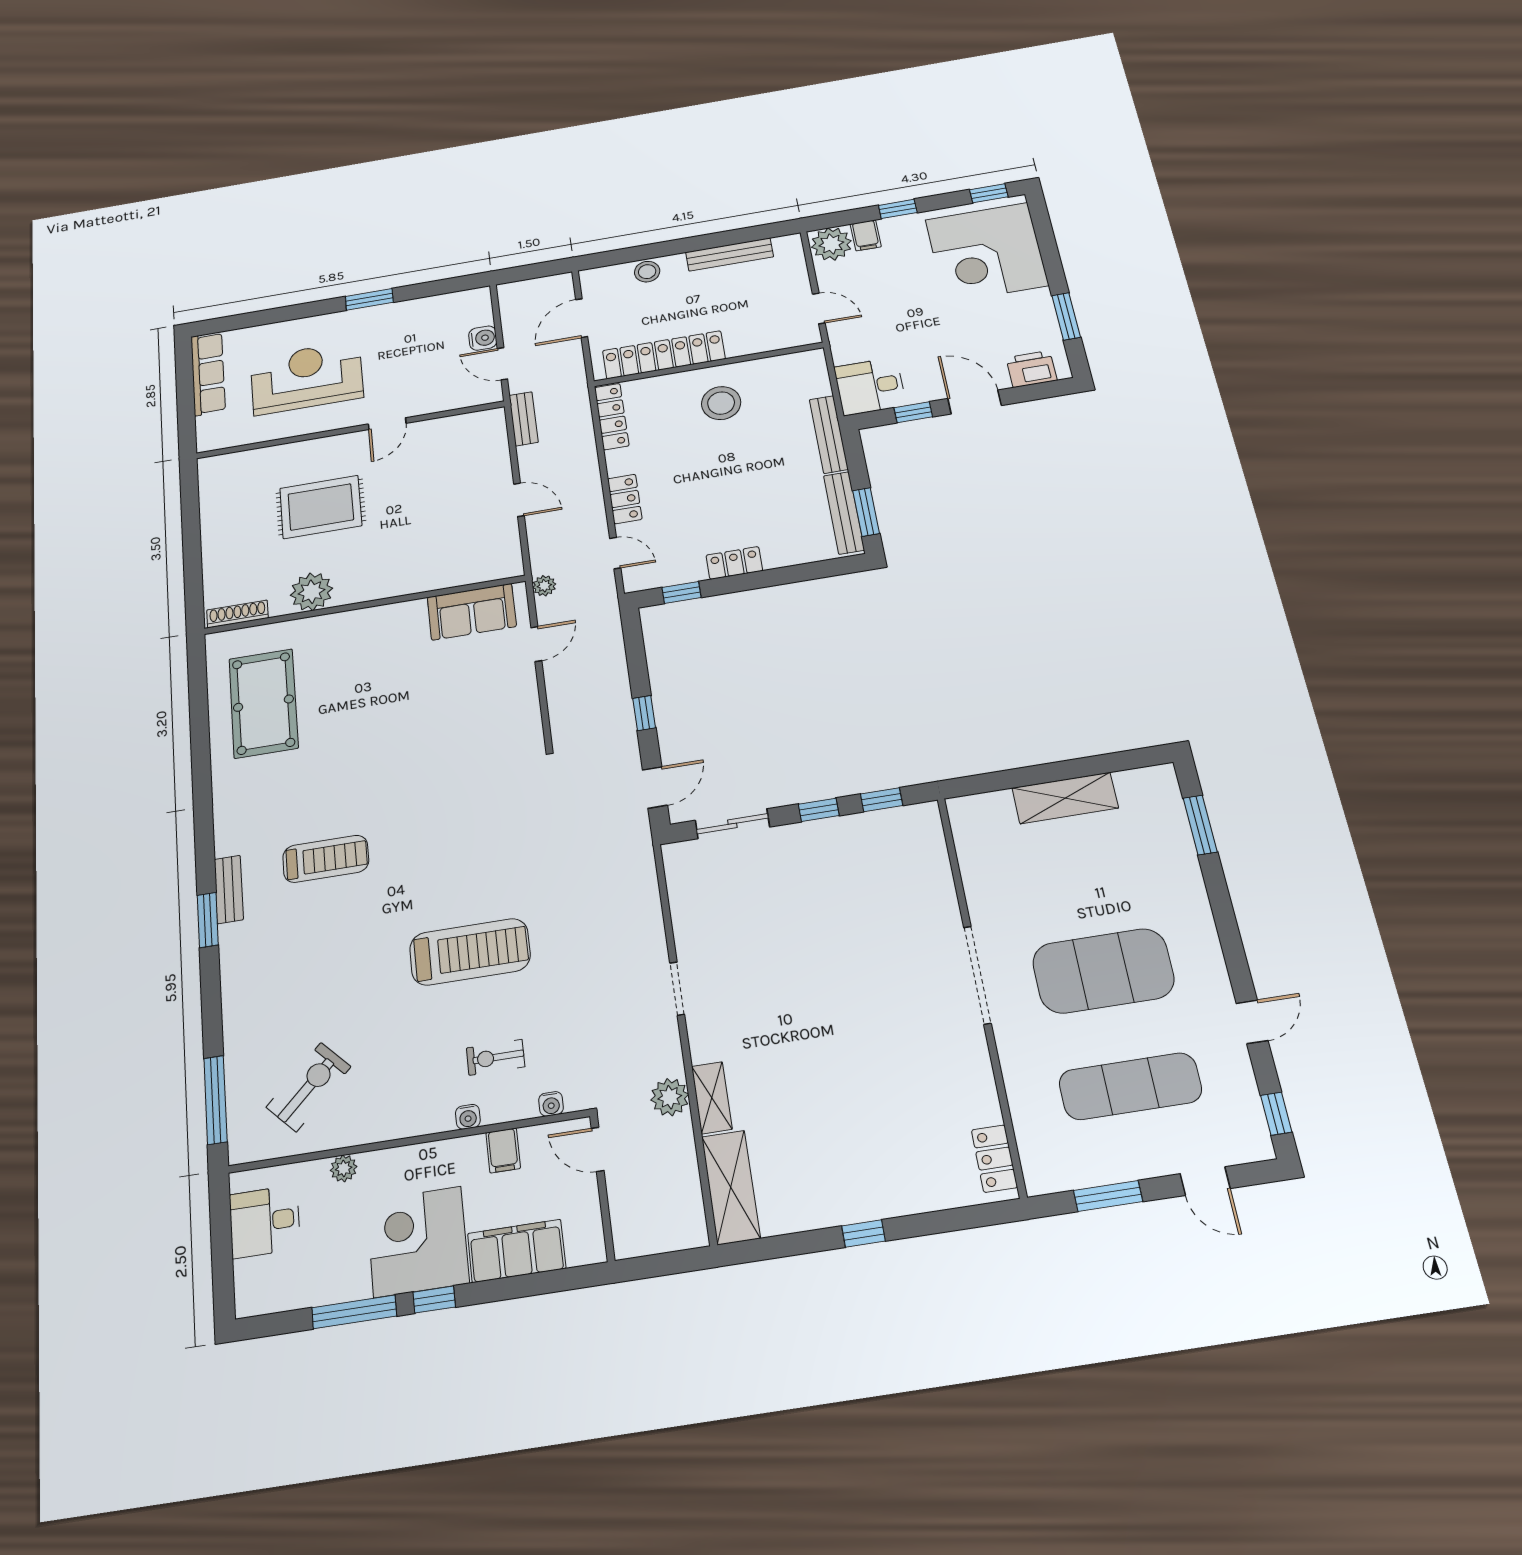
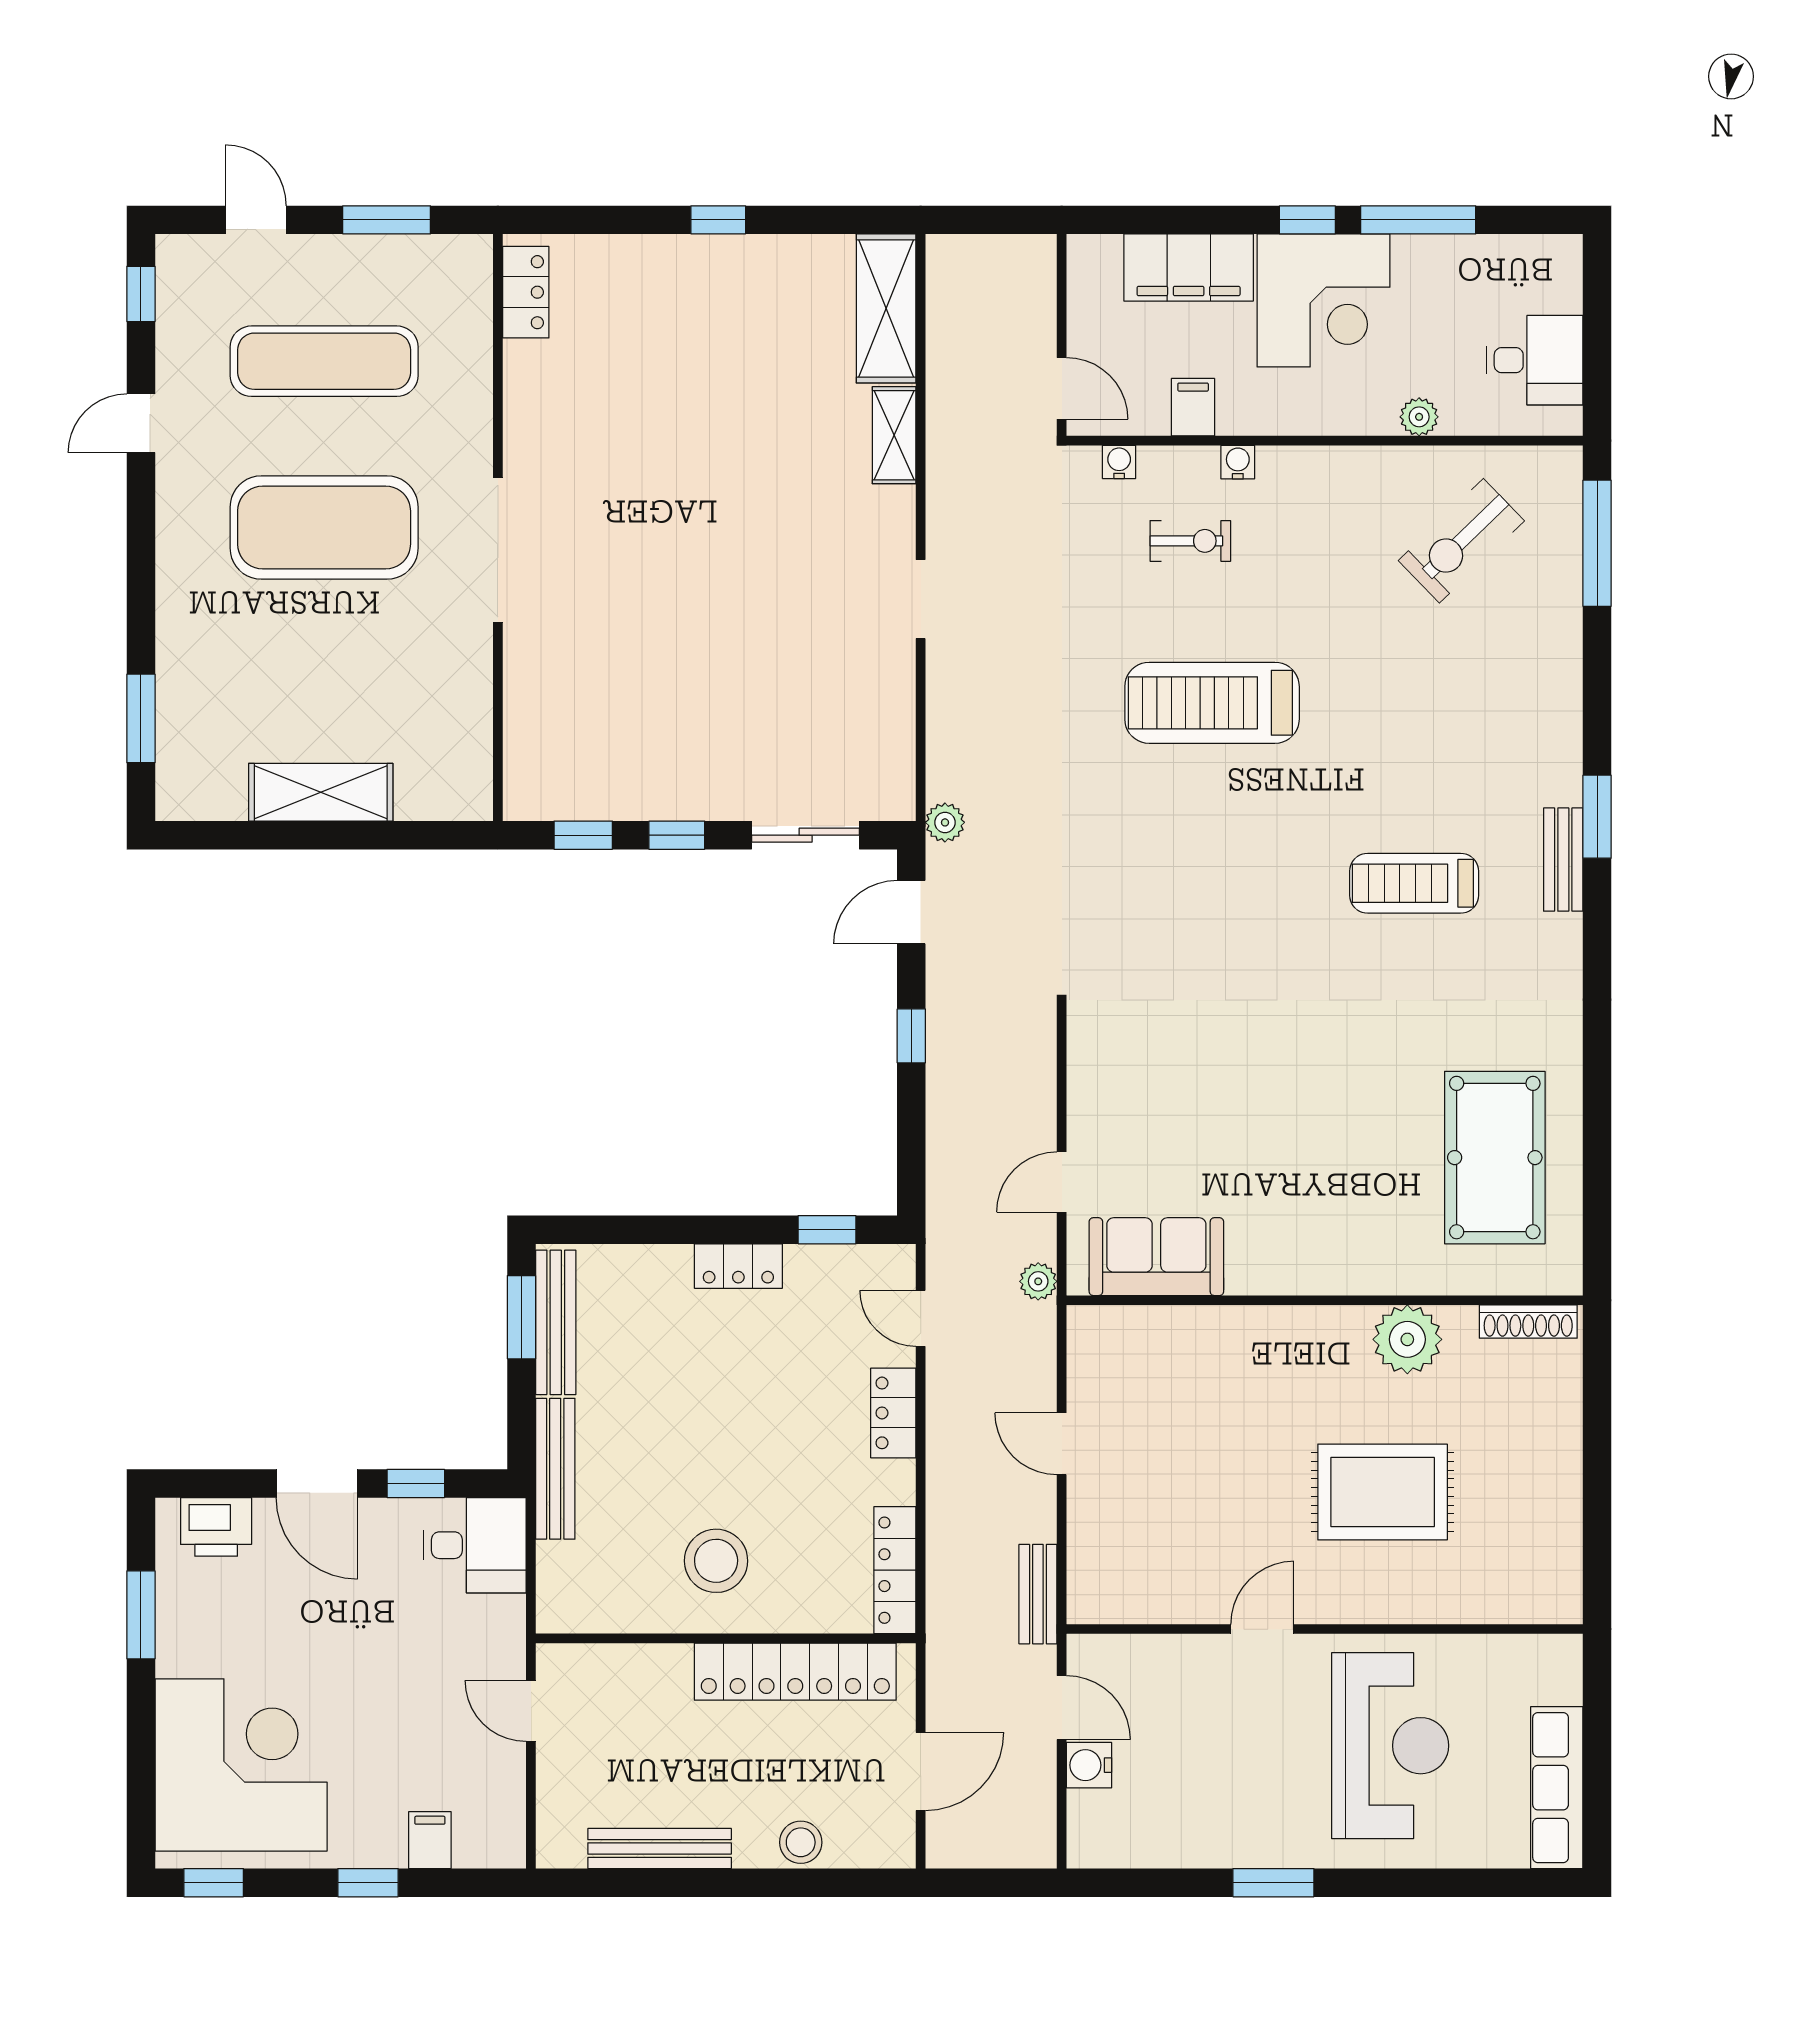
plant: (831, 244) -> (489, 1835), removed
reception desk: (307, 378) -> (1390, 1746), turned -90
plant: (670, 1097) -> (945, 822), moved, width x0.73, depth x0.73

